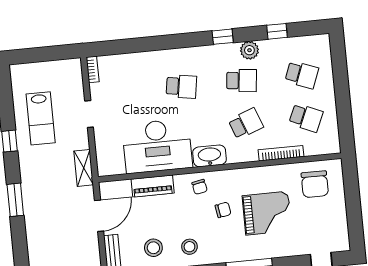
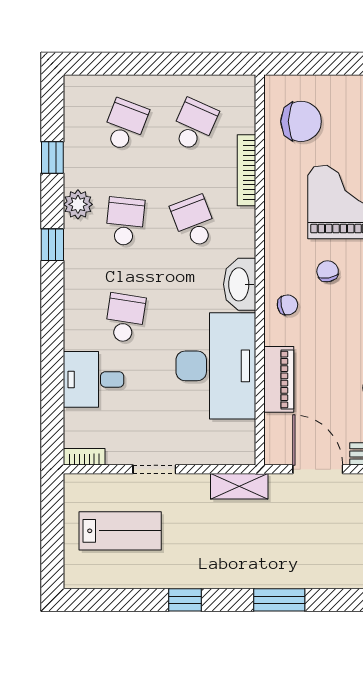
desk: (141, 71) -> (93, 379), added
lab bench: (41, 118) -> (120, 531), moved

